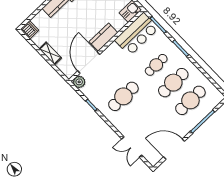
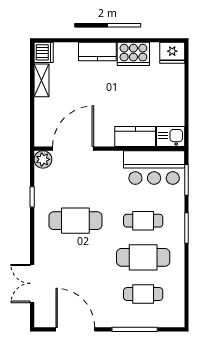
kitchen counter: (103, 37) -> (135, 137), moved
shelving: (50, 53) -> (41, 80), moved
cafe table: (190, 100) -> (143, 294), width x0.73, depth x0.74

